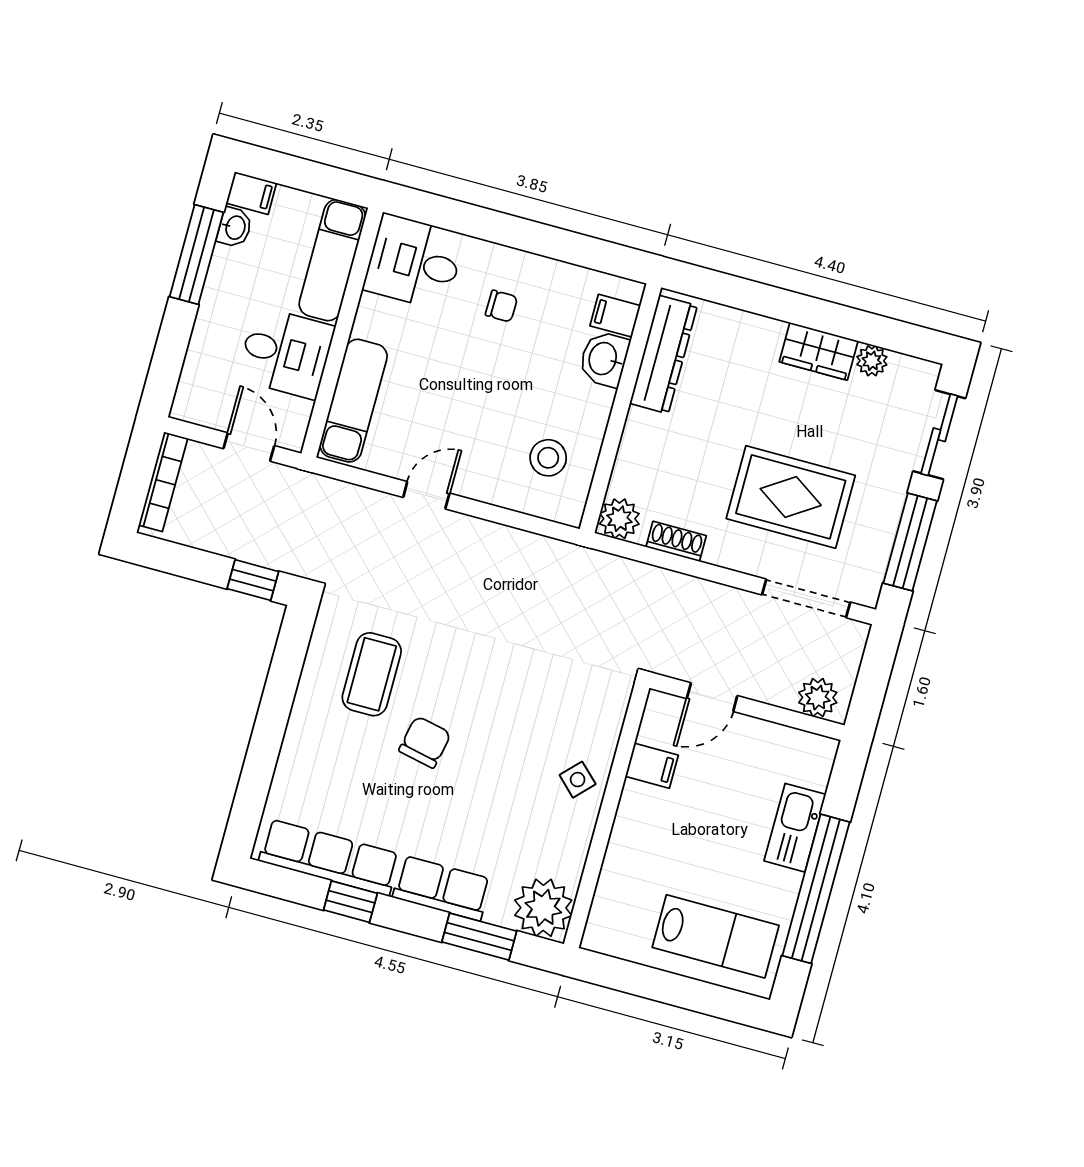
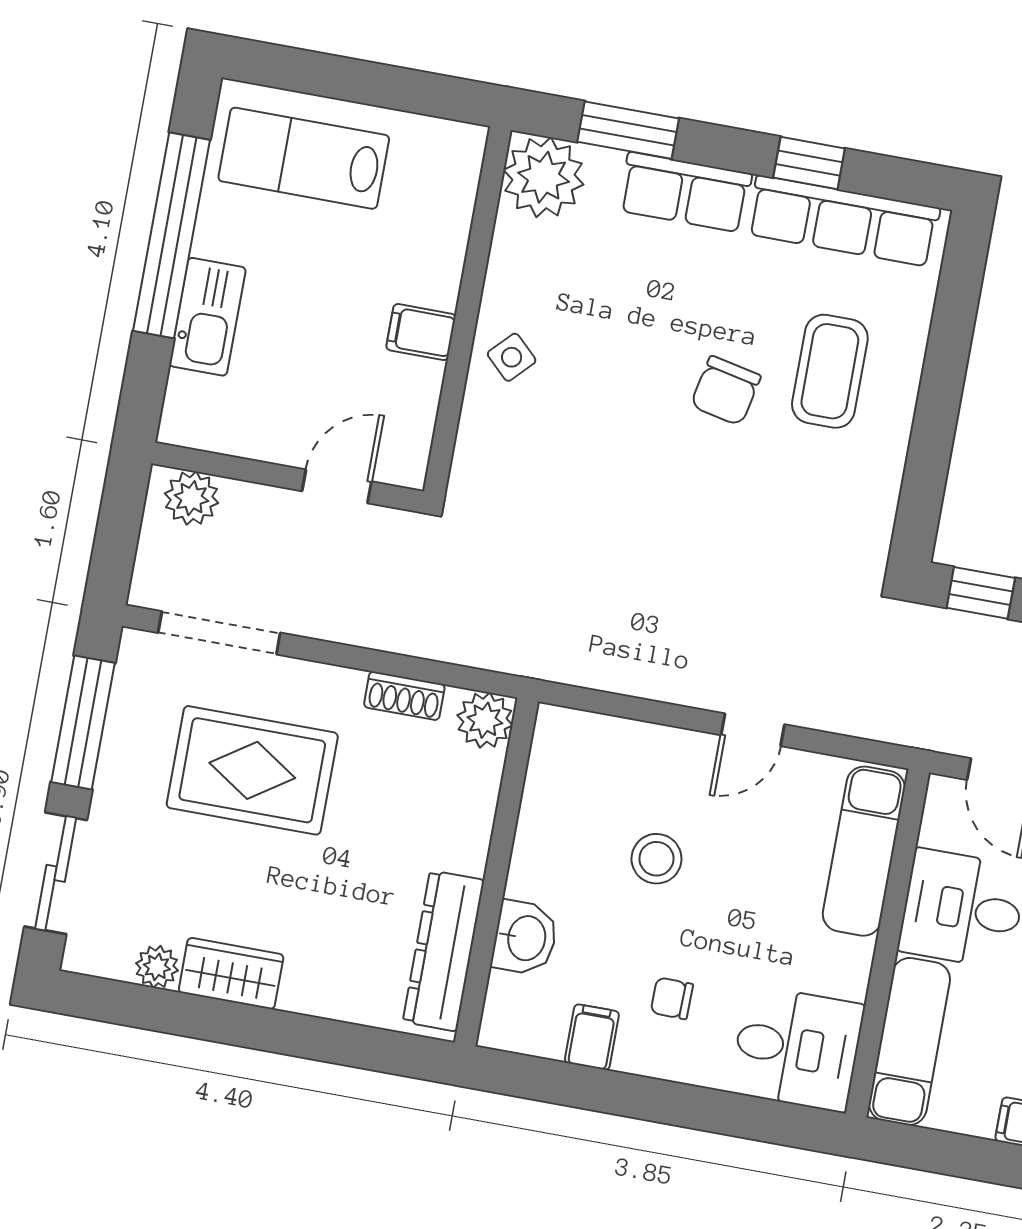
filing cabinet: (615, 316) -> (592, 1037), moved, turned -90
stool: (548, 458) -> (656, 859), moved
coffee table: (372, 674) -> (830, 371), moved
filing cabinet: (652, 766) -> (421, 332), moved

